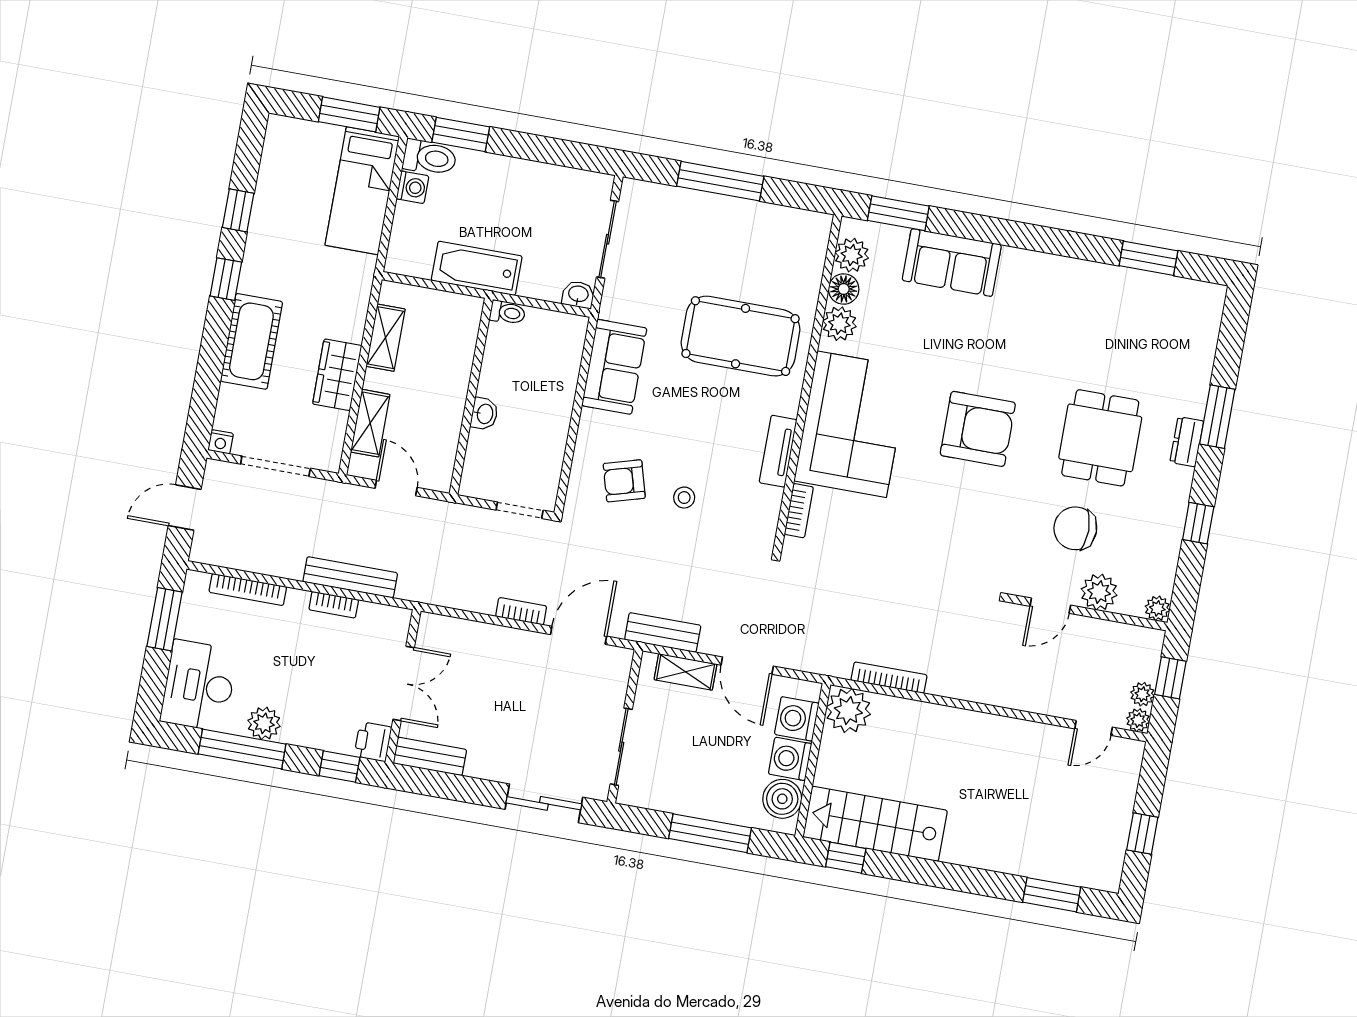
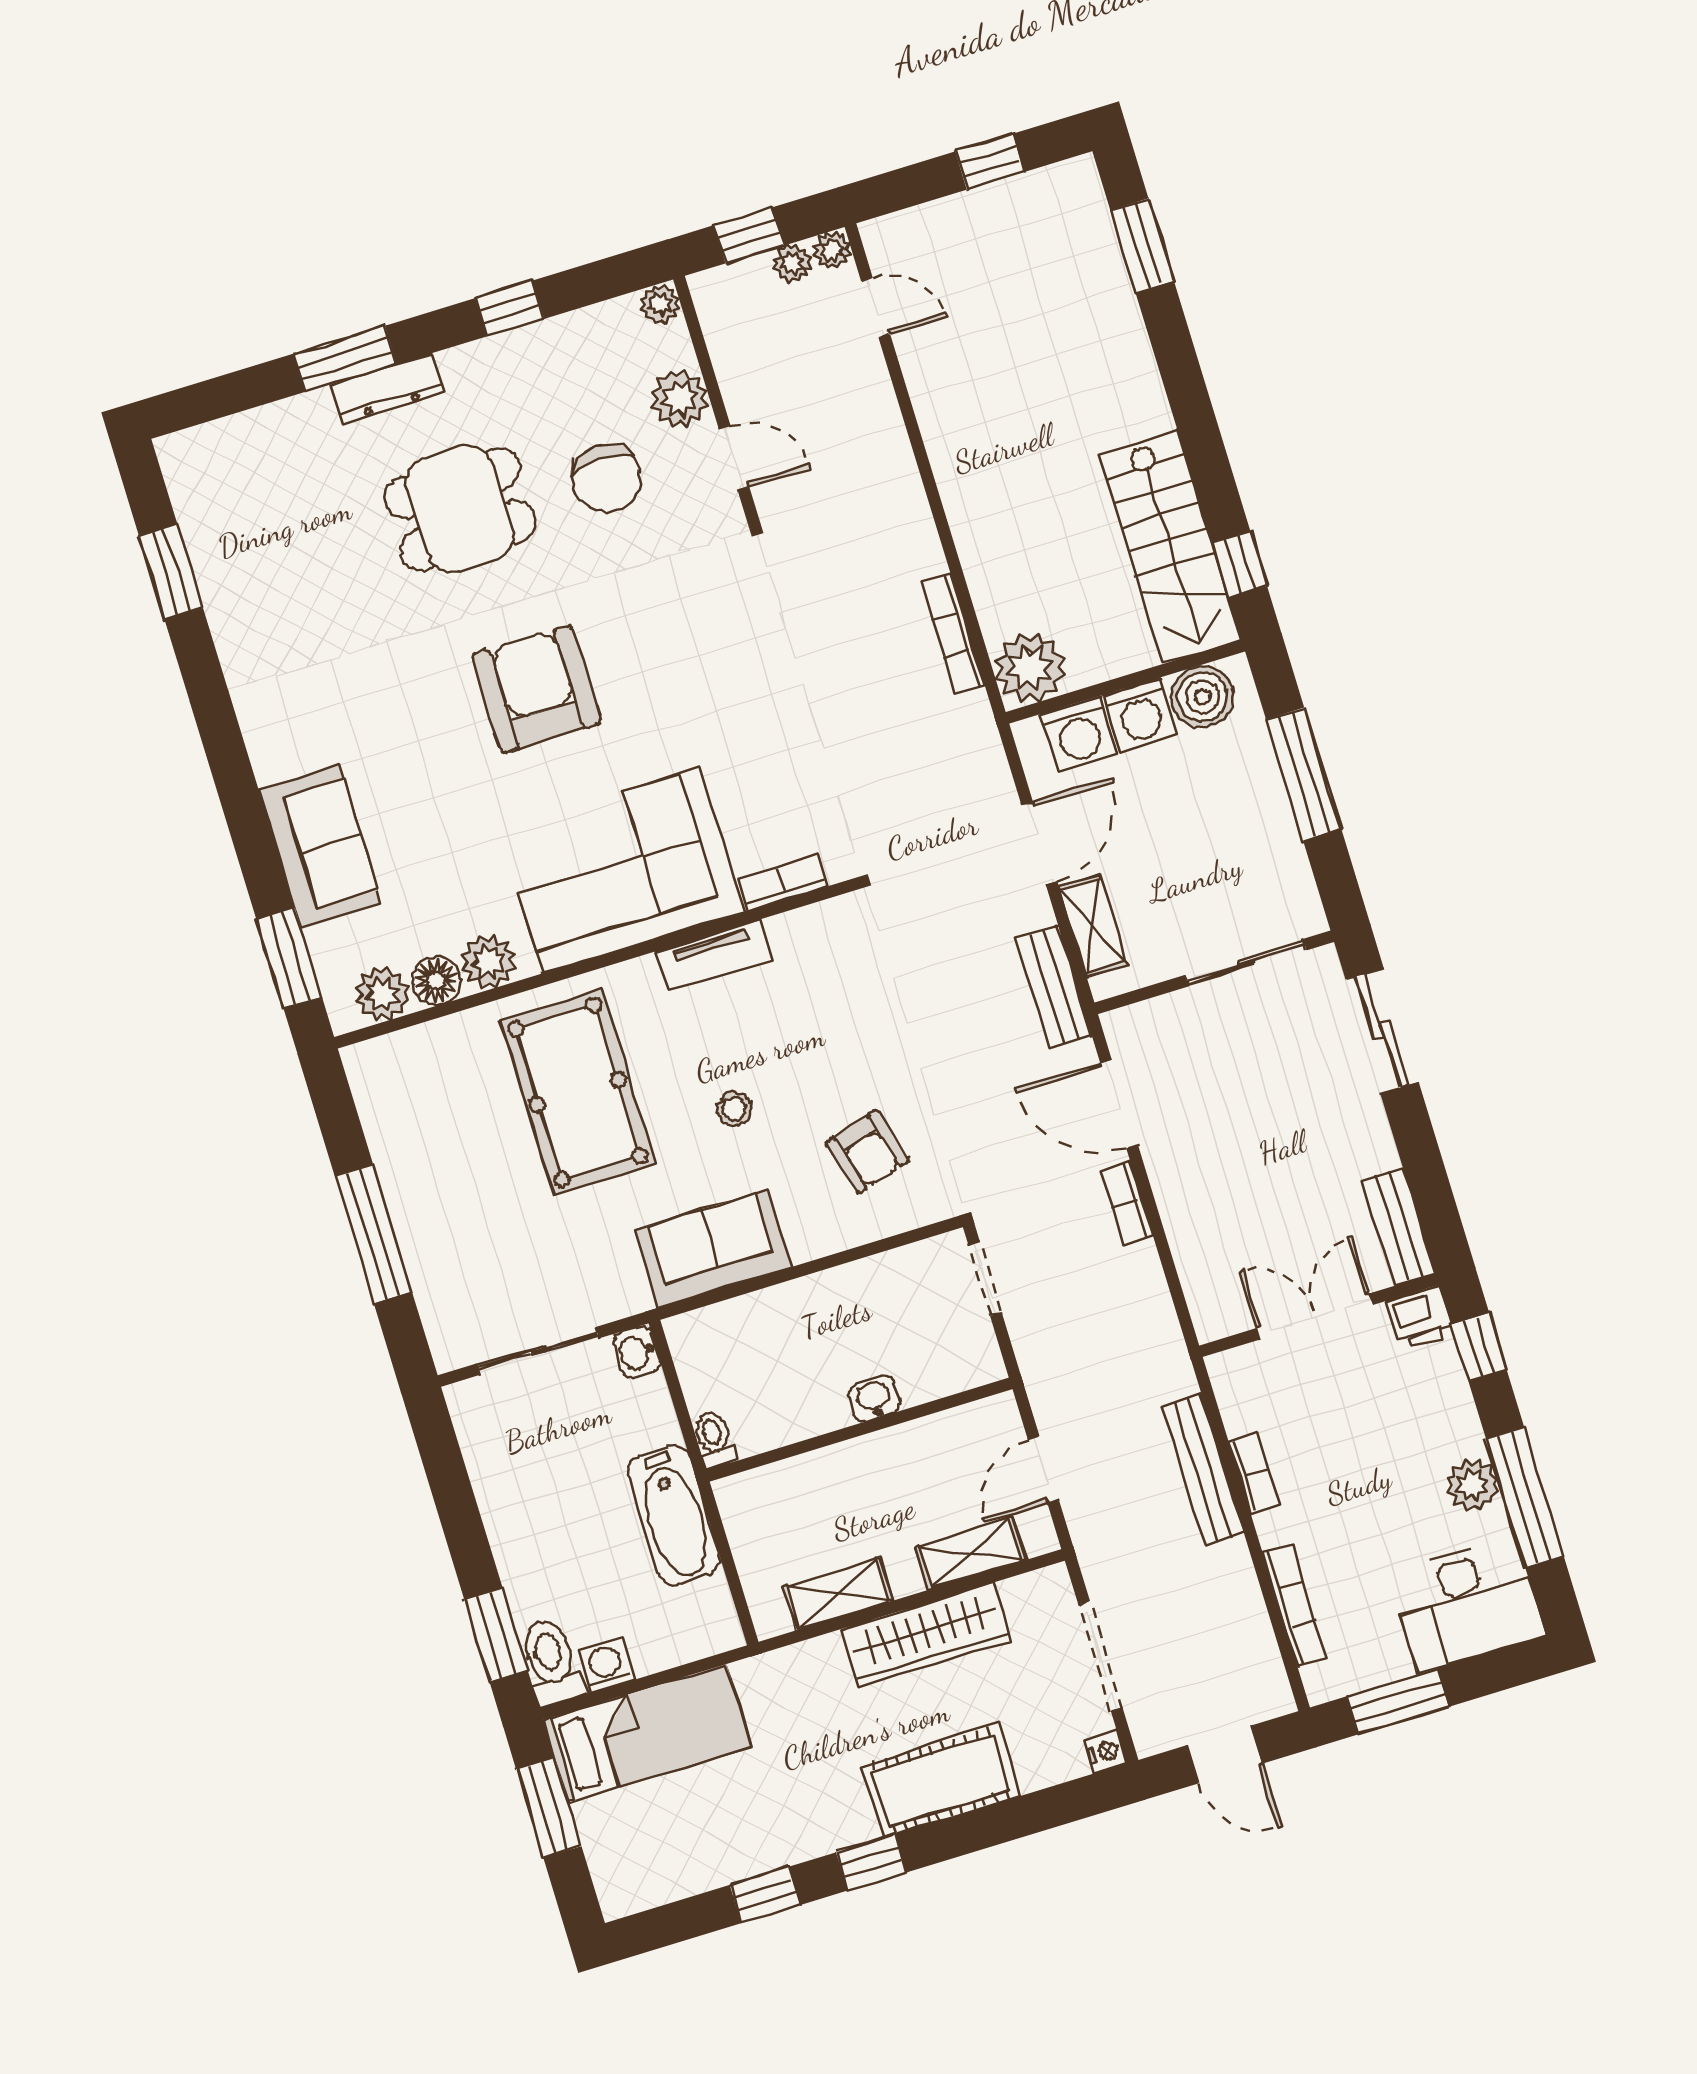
wardrobe: (337, 375) -> (926, 1635), width x1.50
dresser: (1187, 442) -> (387, 389), width x1.44
stool: (684, 498) -> (734, 1109), moved

